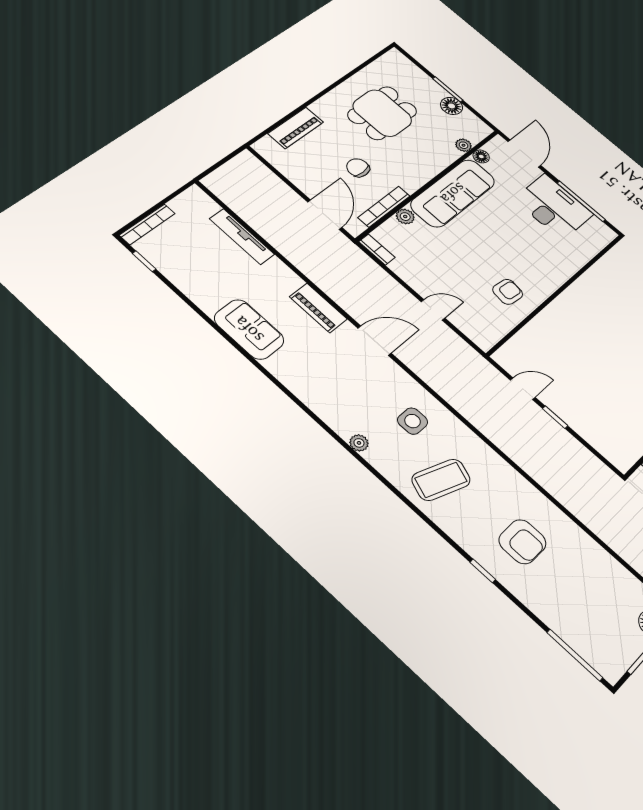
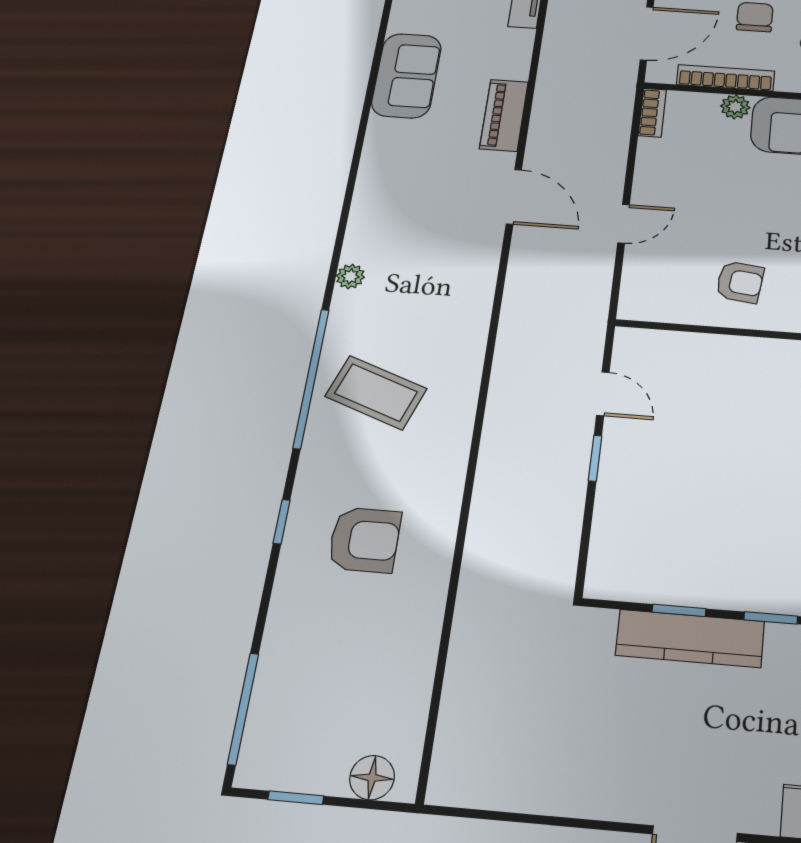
door: (433, 310) -> (624, 224), hinge flipped
side table: (413, 421) -> (434, 309), removed
window: (407, 502) -> (311, 378), added
armchair: (522, 542) -> (364, 540), turned -90

